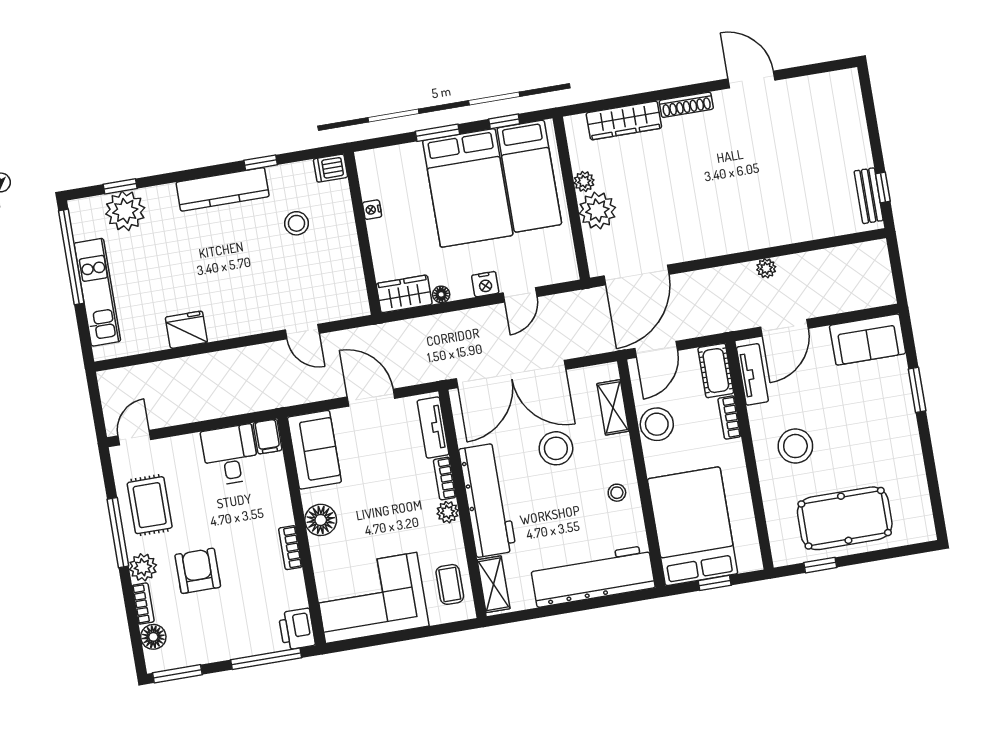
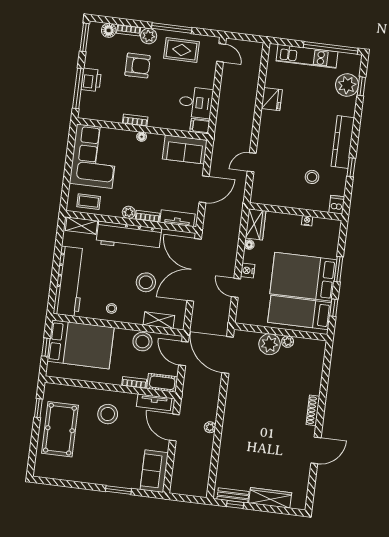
wardrobe: (624, 120) -> (270, 498), moved, turned 90
floor lamp: (321, 520) -> (142, 137), width x0.53, depth x0.53
printer: (297, 629) -> (91, 80), moved, turned 90

